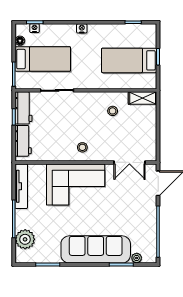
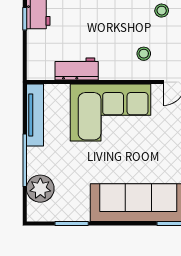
workbench: (23, 141) -> (77, 69), moved, turned -90
stool: (82, 147) -> (144, 54), moved

